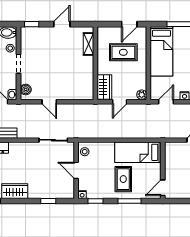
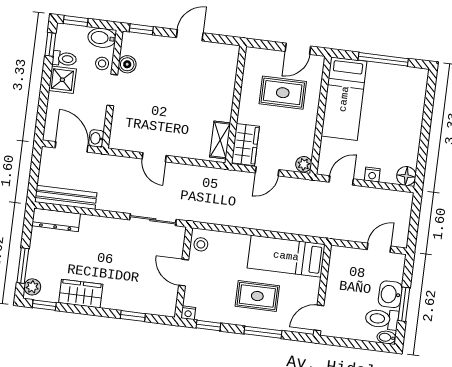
shelving: (89, 44) -> (220, 140), moved
boiler: (26, 89) -> (127, 64), moved
rug: (123, 179) -> (257, 296), turned 90

